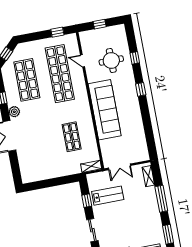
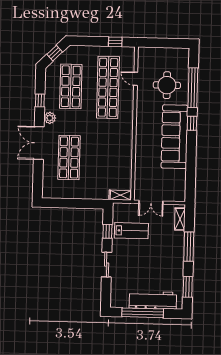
window: (100, 24) -> (163, 43), removed
window: (135, 58) -> (193, 88), width x3.17
sofa: (105, 110) -> (175, 137), moved, turned 180
shop shelf: (72, 137) -> (69, 157), moved, width x1.43, depth x1.36

